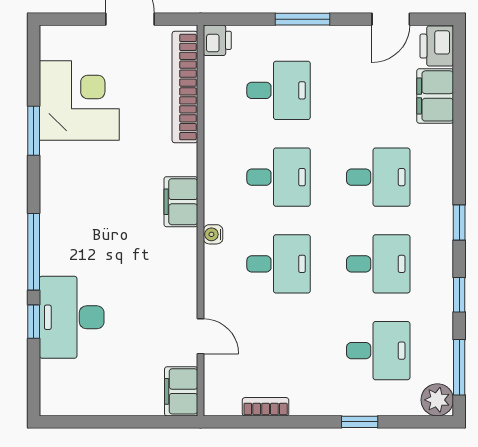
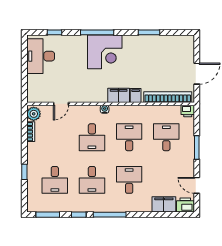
desk: (279, 90) -> (166, 137), turned 180
corner desk: (79, 101) -> (105, 52), moved
desk: (279, 177) -> (129, 137), turned 180
desk: (378, 177) -> (129, 180), turned 180
window: (459, 223) -> (110, 215), width x2.17
desk: (72, 317) -> (41, 56), moved, turned -90
window: (34, 322) -> (55, 32), moved
filing cabinet: (181, 391) -> (136, 95), moved, width x0.50
plant: (437, 400) -> (34, 114), moved

